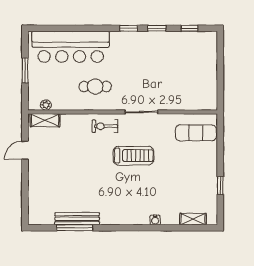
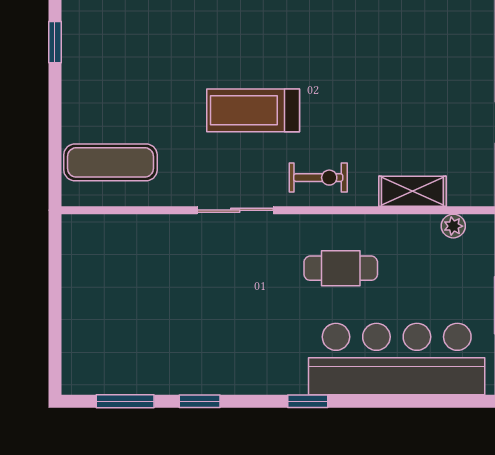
window: (128, 28) -> (308, 401), moved
window: (190, 28) -> (125, 401), width x1.50
shelving: (45, 120) -> (412, 191), moved

